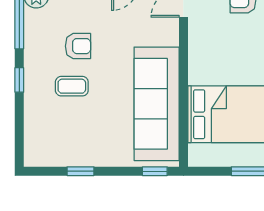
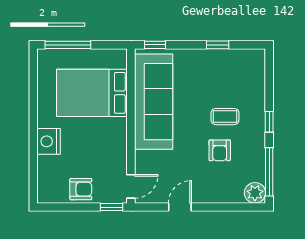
armchair: (78, 46) -> (220, 150), turned -90

